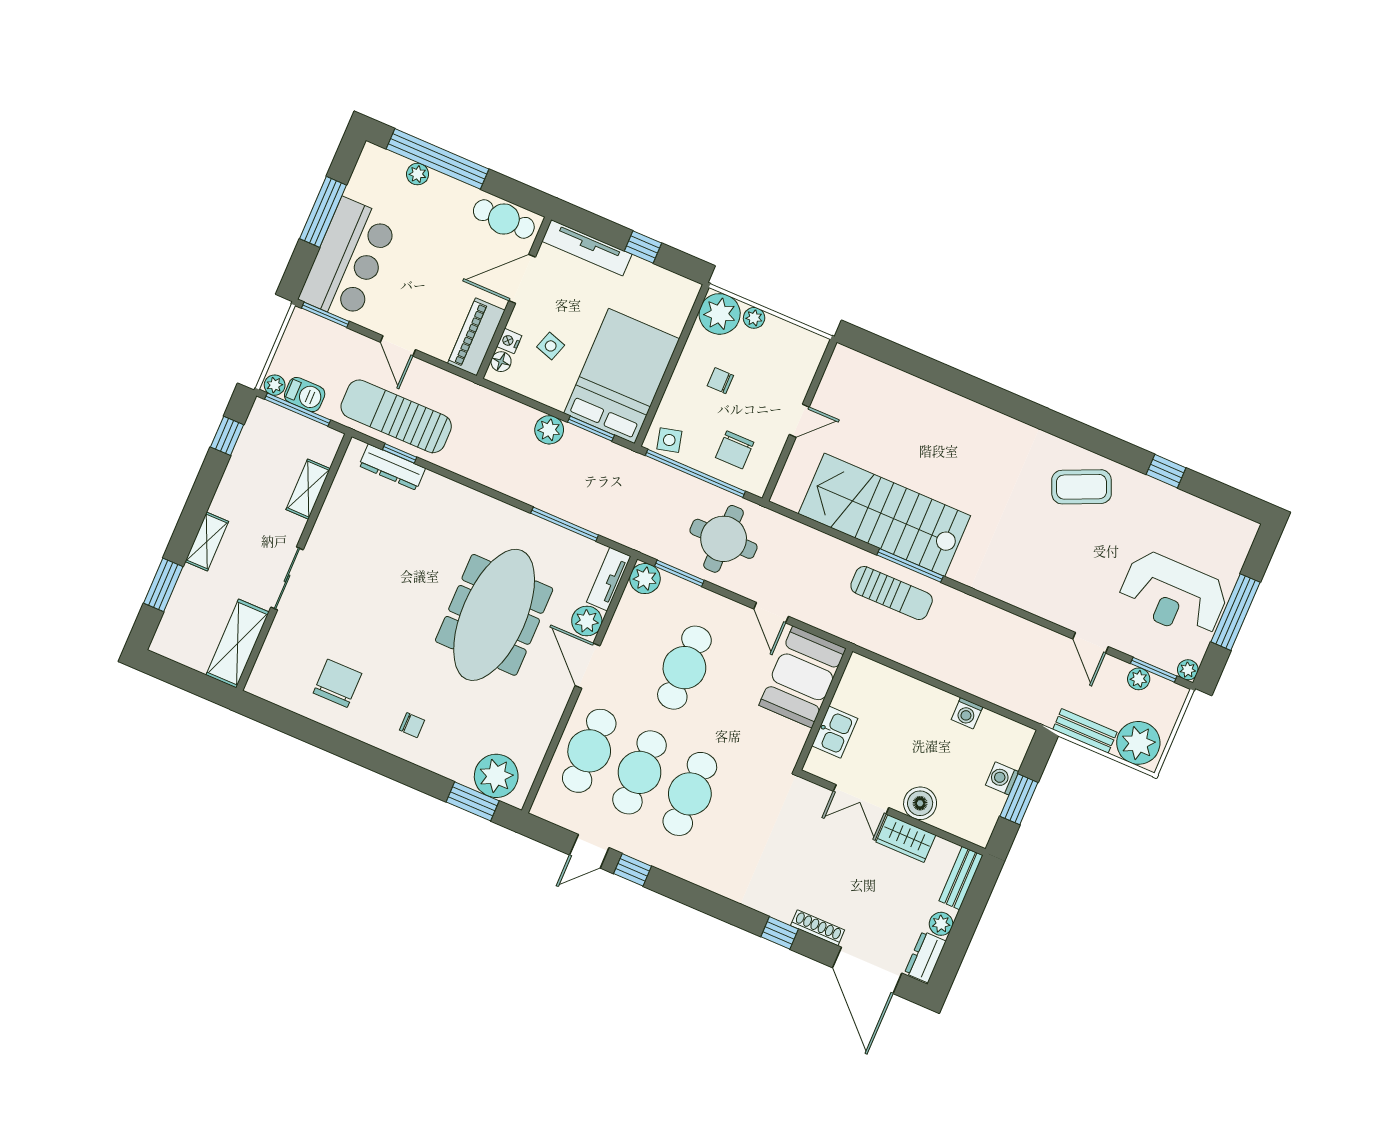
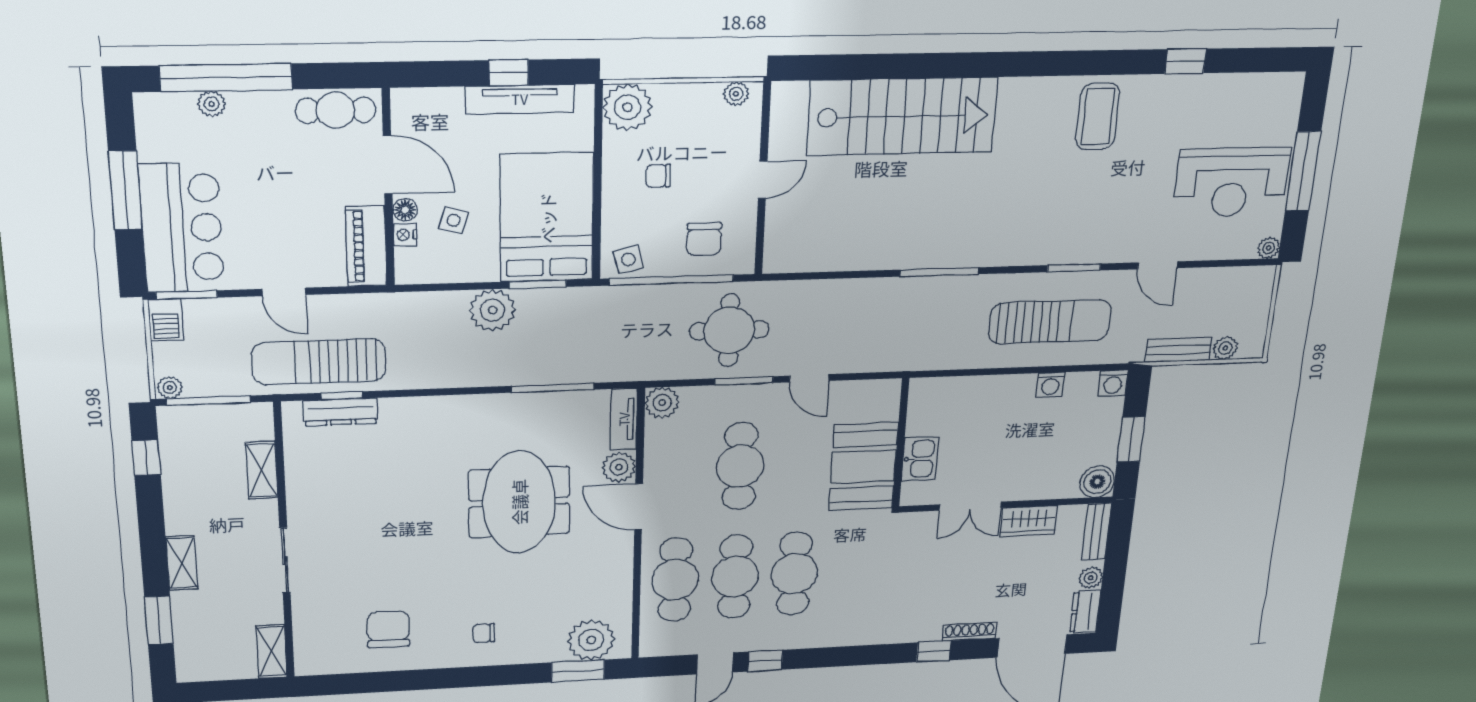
tv unit: (587, 248) -> (520, 99), moved
door: (522, 279) -> (388, 165), swing flipped
plant: (754, 318) -> (736, 94), moved
floor lamp: (501, 362) -> (405, 210), moved
barbecue: (305, 395) -> (166, 320), moved, turned 90
plant: (549, 430) -> (492, 310), width x1.36, depth x1.36
coffee table: (1082, 487) -> (1098, 116), turned -66
stairs: (884, 515) -> (902, 116), moved, turned 180
window: (679, 573) -> (744, 381), moved
sun lounger: (892, 593) -> (1050, 322), moved, width x1.36, depth x1.34
meeting table: (494, 615) -> (519, 502), width x0.73
shelving: (237, 644) -> (272, 652), width x0.67, depth x0.75
window: (1154, 670) -> (1074, 268), moved
booth: (802, 677) -> (863, 467), moved
plant: (1139, 679) -> (1219, 278), removed
chair: (412, 725) -> (484, 633), turned 180
plant: (1138, 743) -> (1225, 348), width x0.53, depth x0.53
washing machine: (1002, 778) -> (1113, 383), moved, turned -90
boiler: (920, 803) -> (1097, 482), moved

